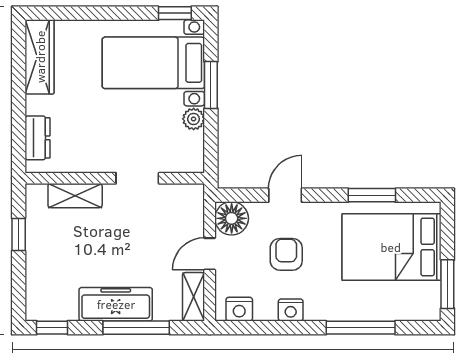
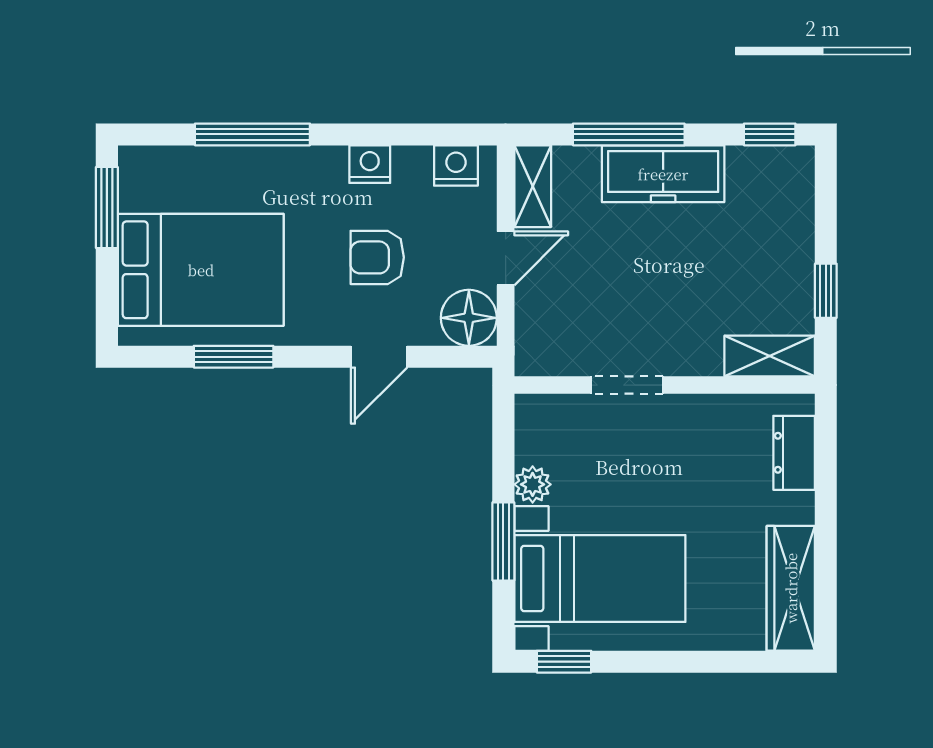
shelving: (75, 196) -> (770, 356), moved
armchair: (286, 254) -> (377, 257), turned 90

